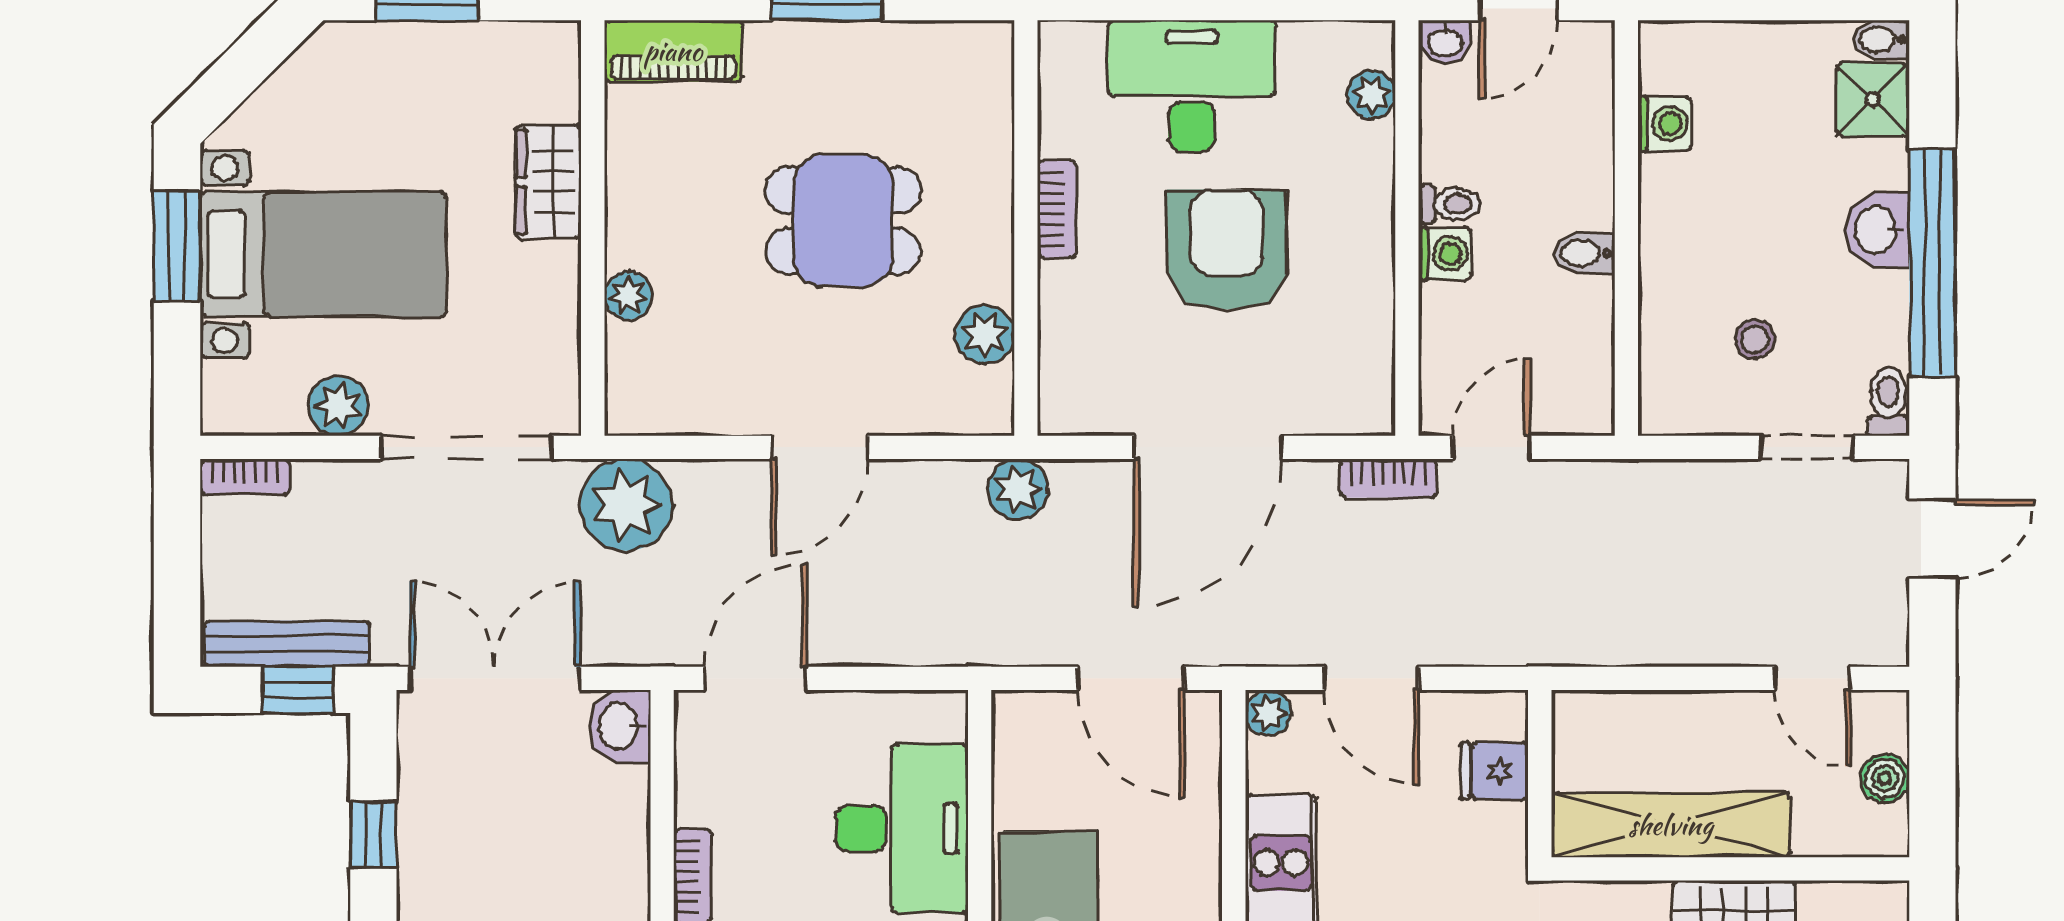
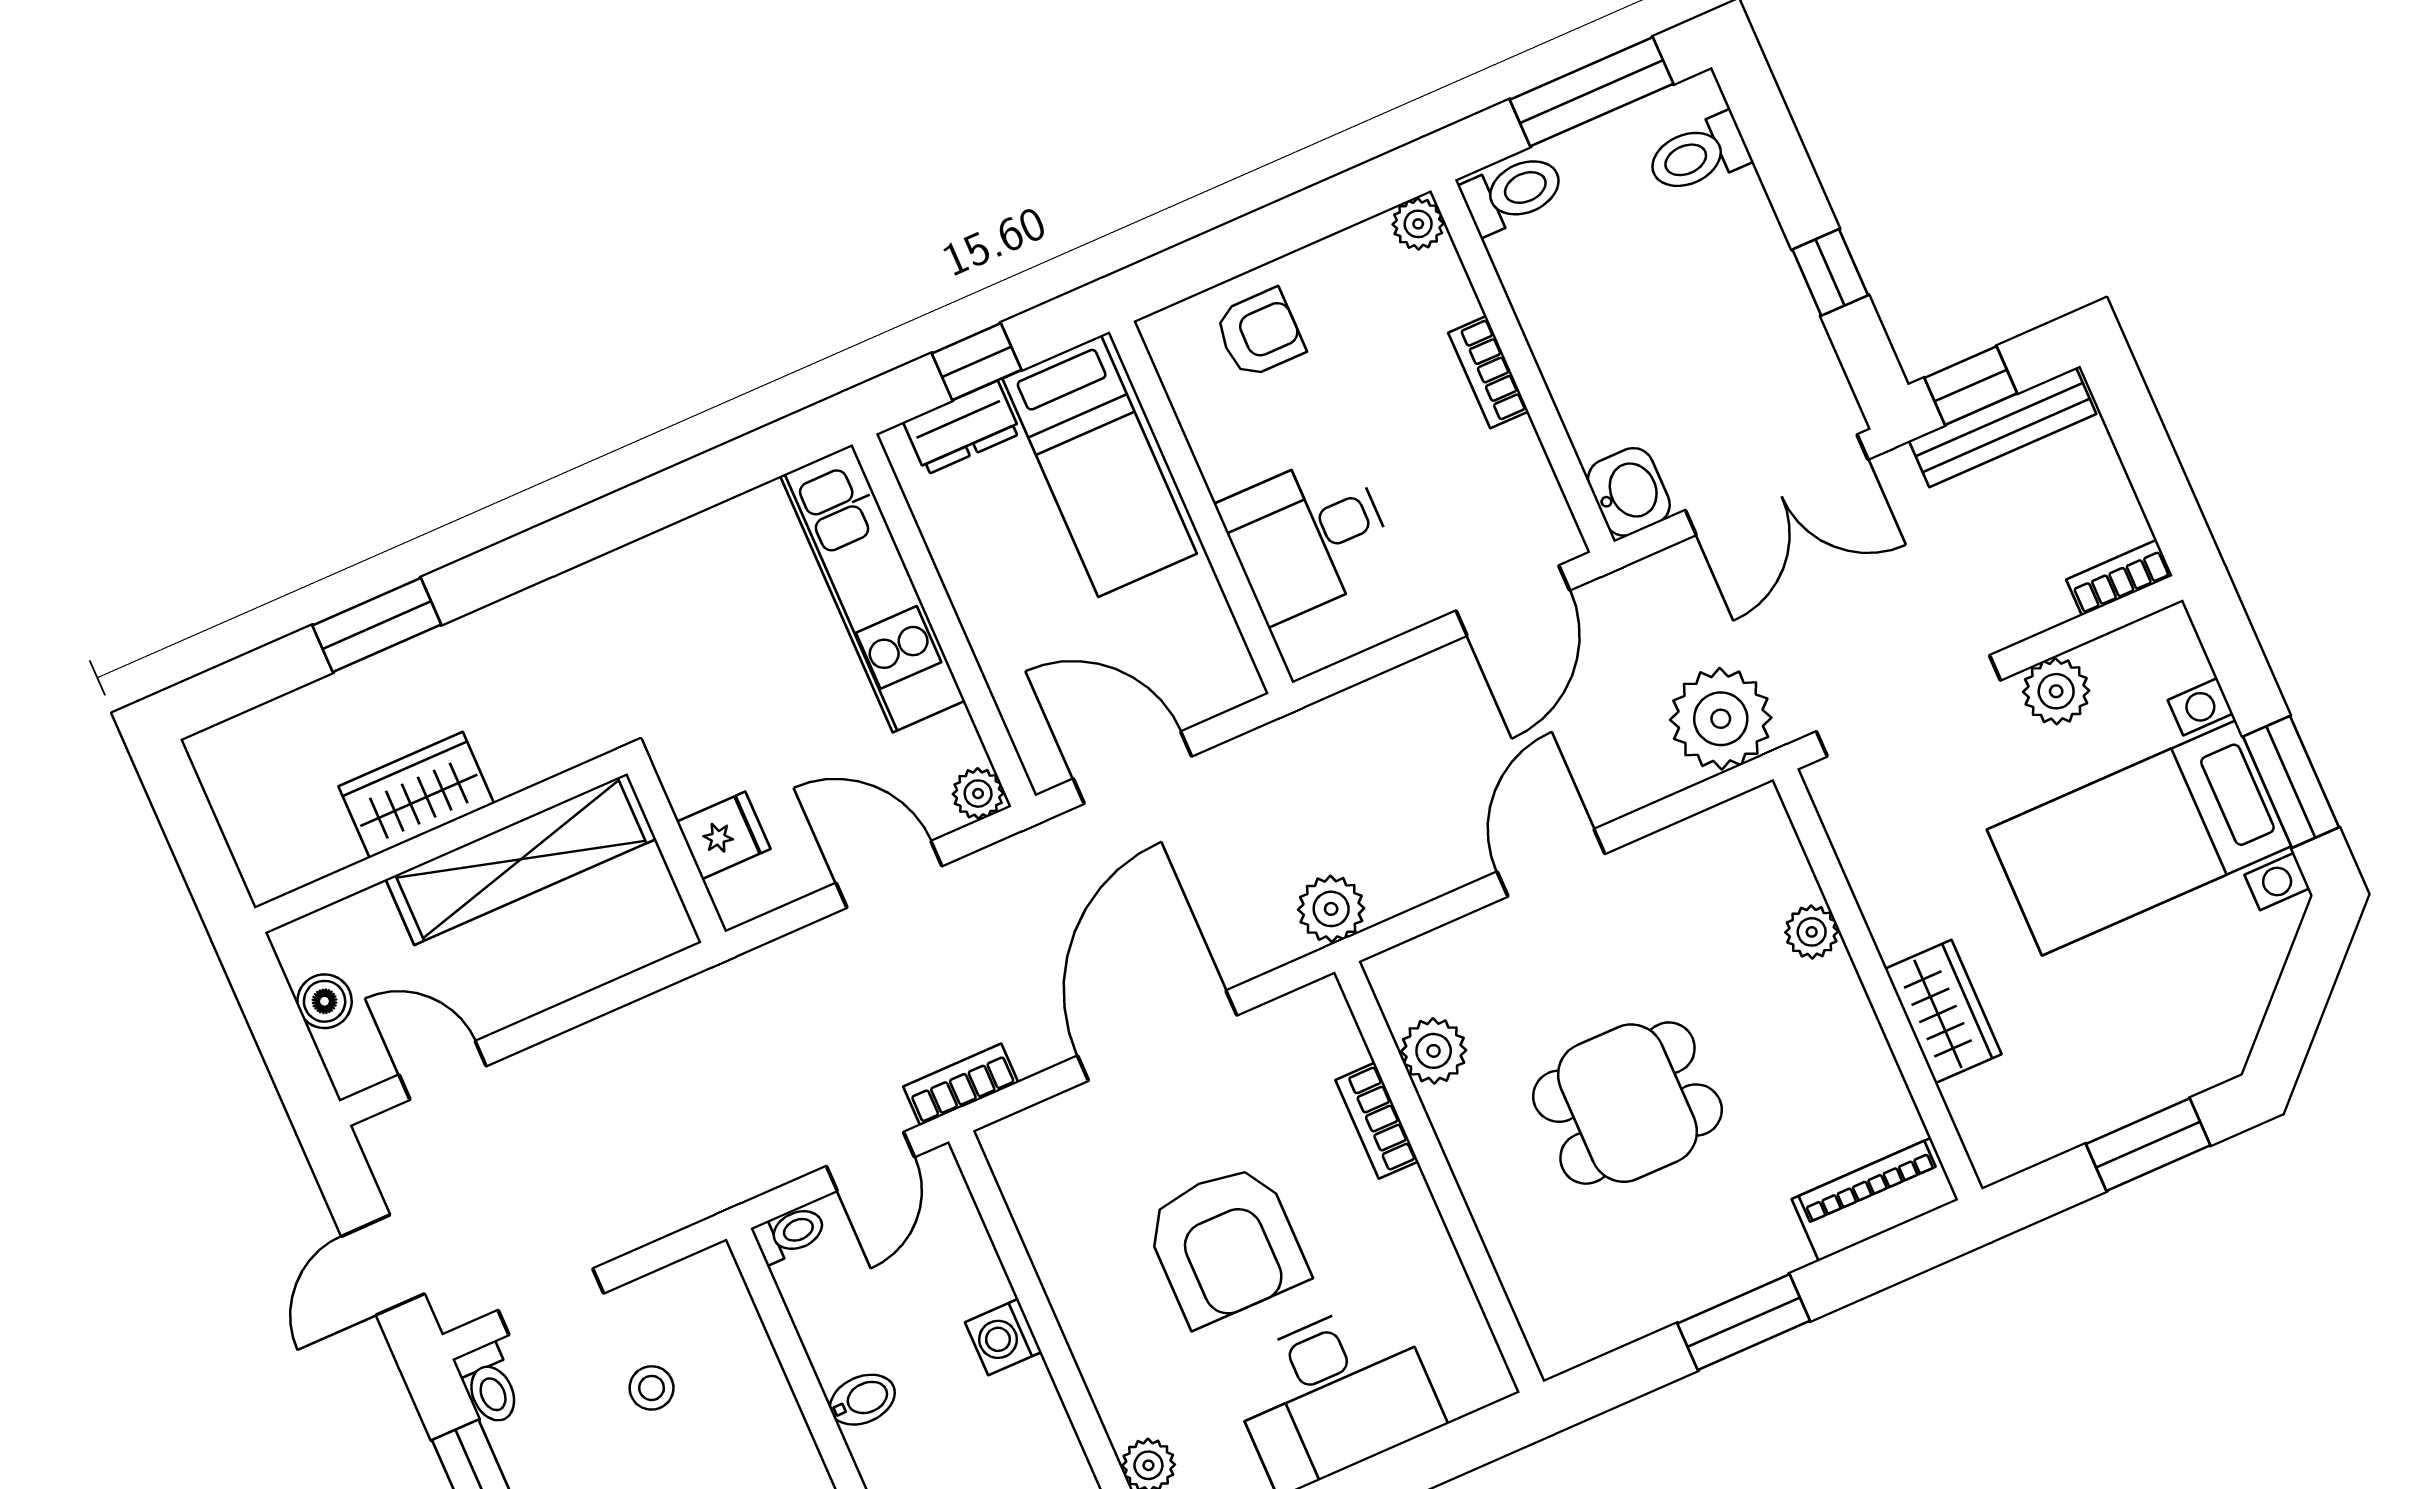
toilet: (1449, 204) -> (790, 1234), moved, turned 180
bookcase: (1057, 209) -> (1377, 1121), moved
desk: (902, 829) -> (1308, 537), width x0.73

